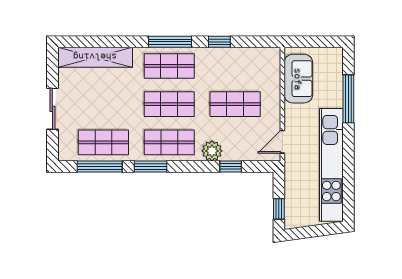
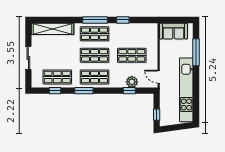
sofa: (298, 79) -> (173, 31), moved, turned 90
door: (282, 142) -> (159, 77), hinge flipped
plant: (212, 151) -> (132, 82), moved
window: (100, 167) -> (55, 91), width x0.46

